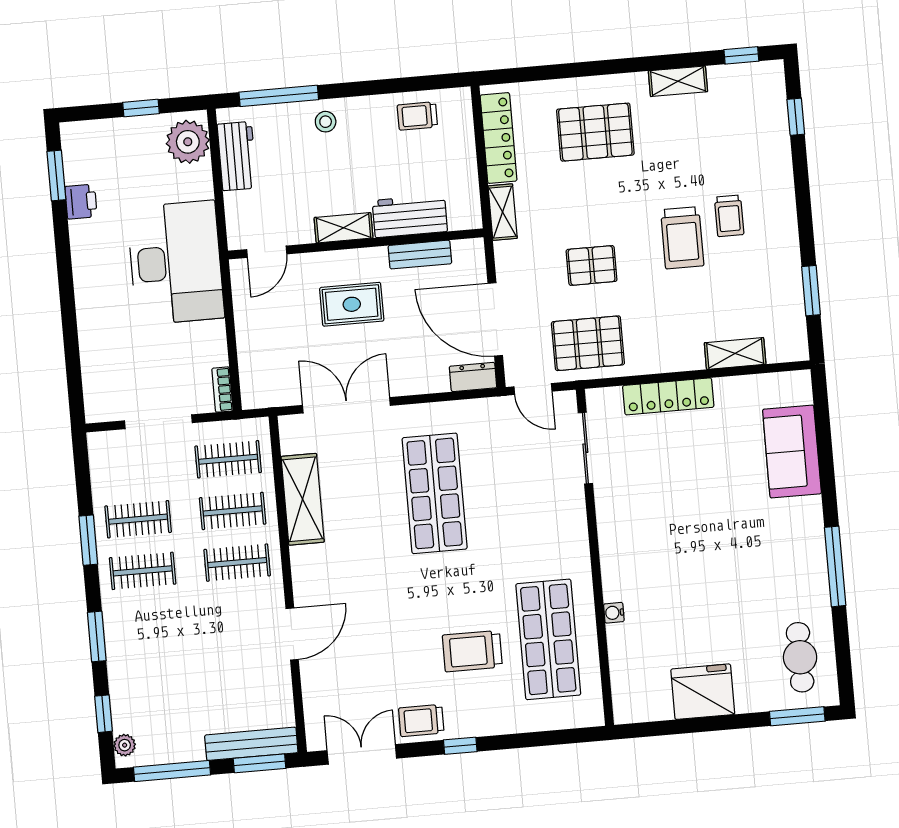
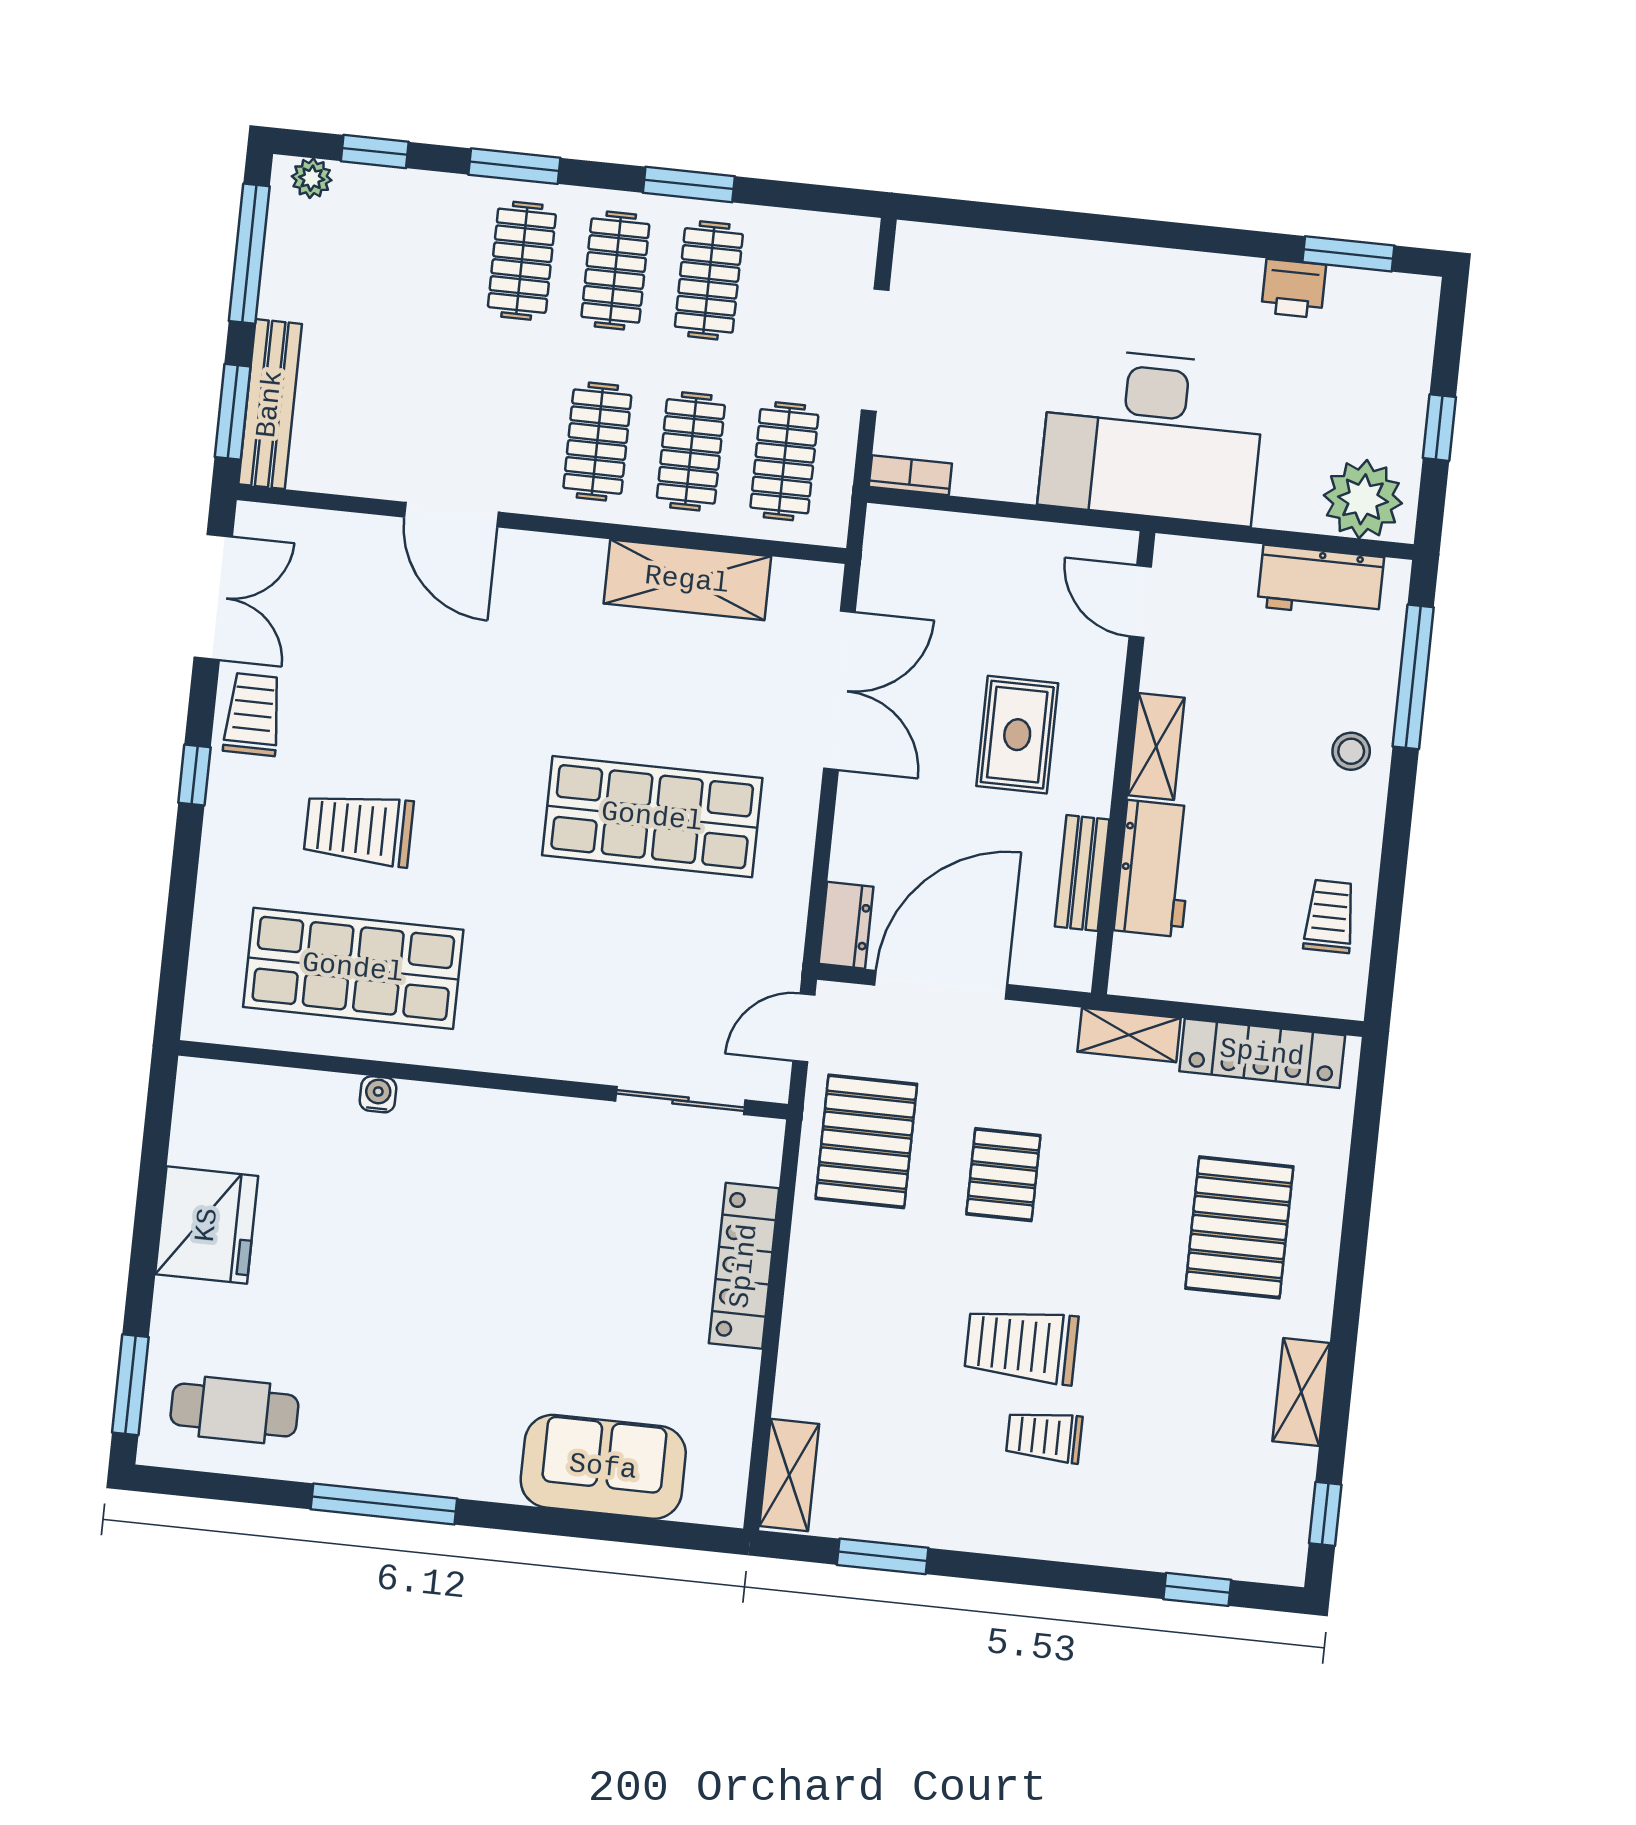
shelving: (735, 353) -> (789, 1475), moved
clothes rail: (147, 623) -> (522, 261), added
trolley: (472, 651) -> (359, 829), turned -90

